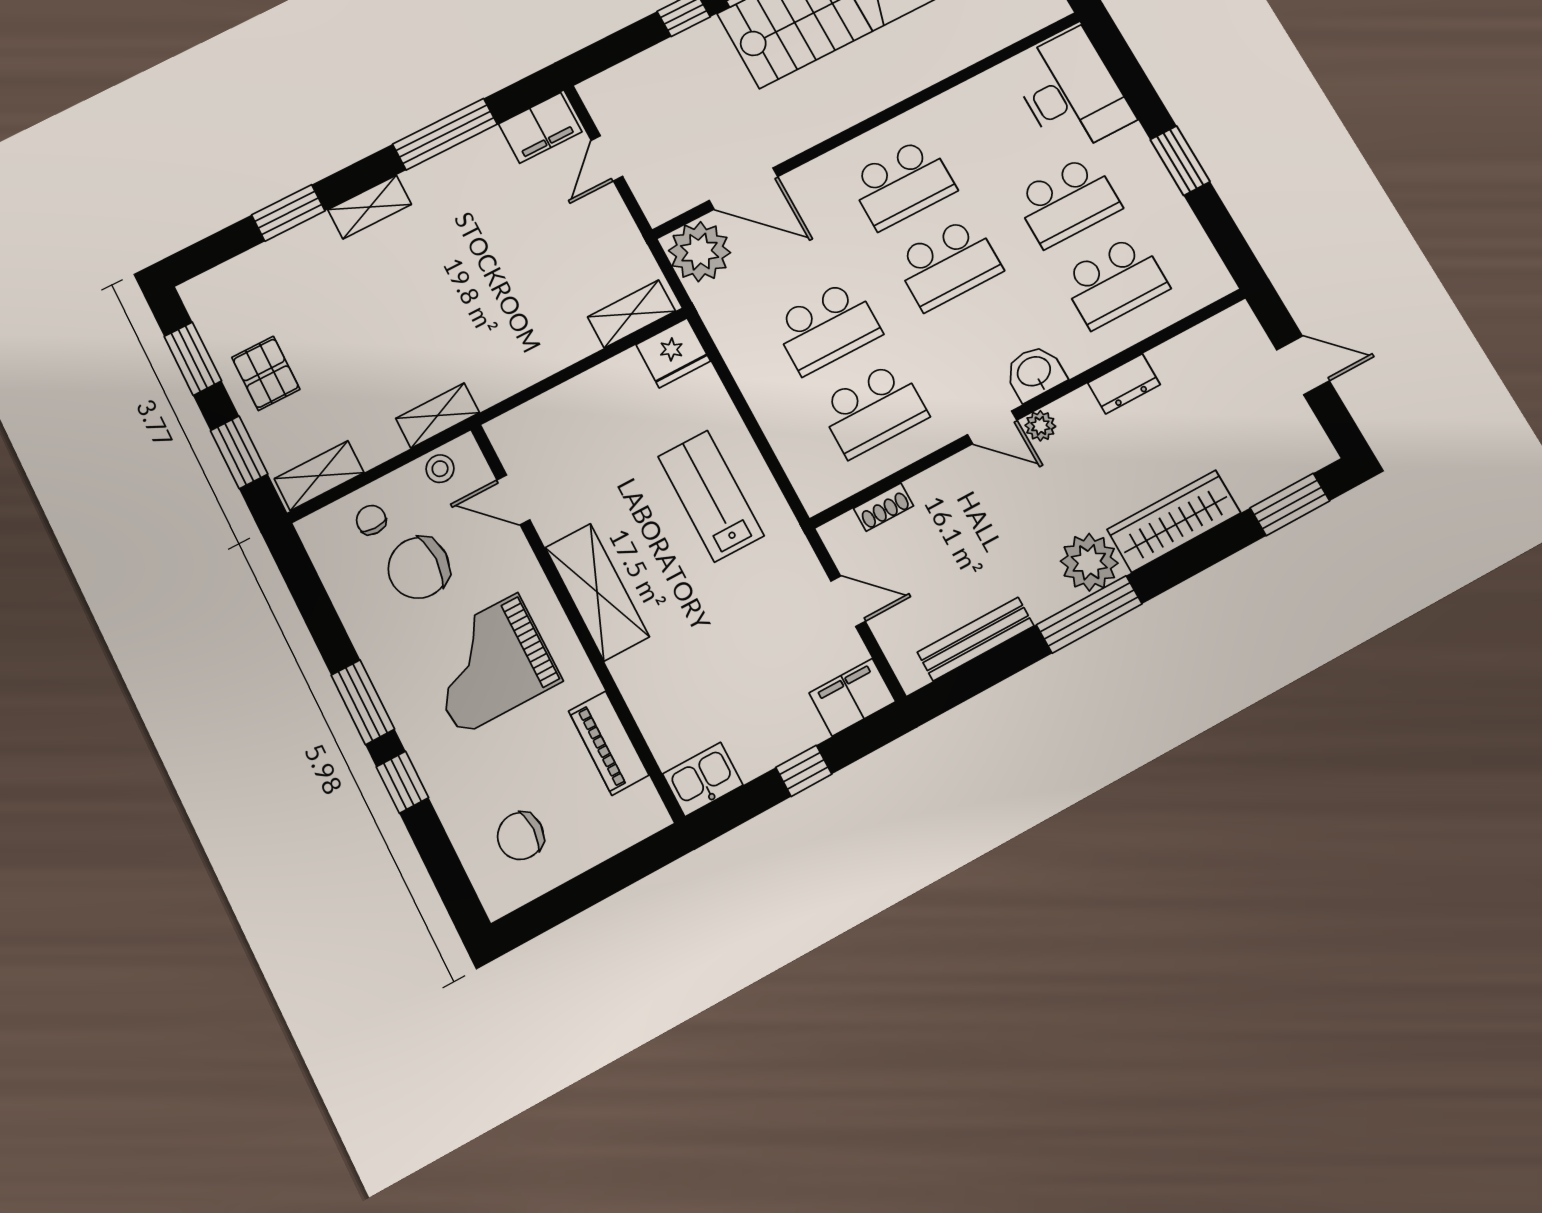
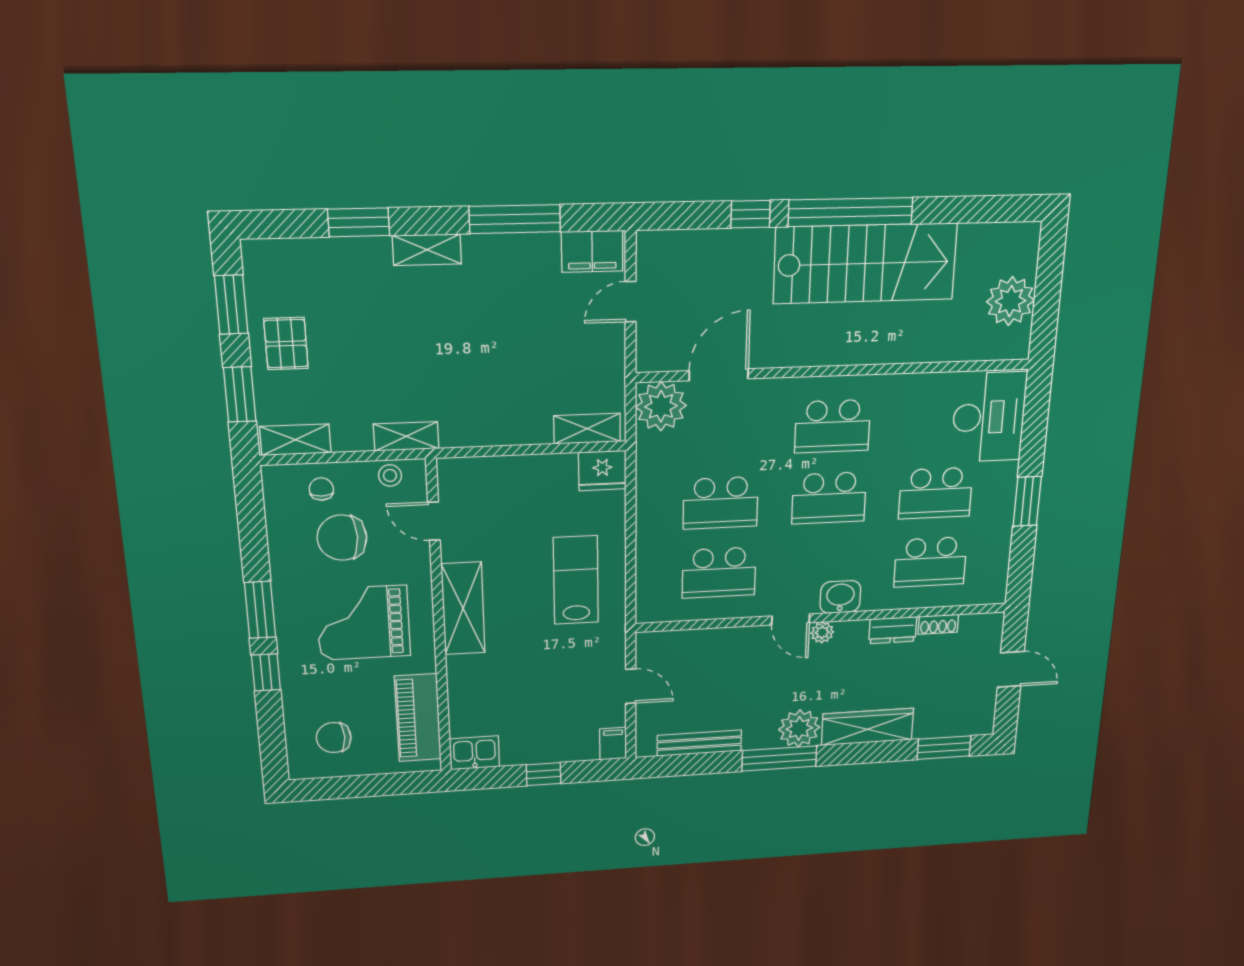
door: (744, 189) -> (719, 375), swing flipped
shoe rack: (884, 507) -> (938, 624), moved
filing cabinet: (852, 697) -> (613, 744), width x0.50
piano: (609, 743) -> (418, 718), width x1.37, depth x1.33

